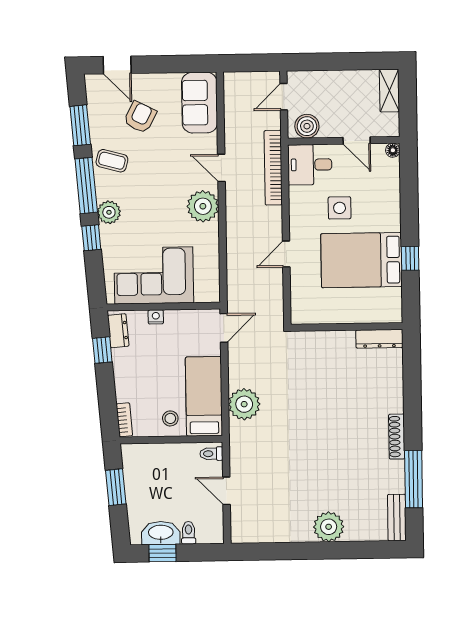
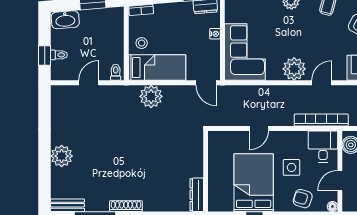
armchair: (382, 192) -> (303, 199), added
door: (286, 254) -> (259, 128), swing flipped
corner sofa: (154, 275) -> (245, 52), moved
washbasin: (161, 533) -> (65, 20), moved, turned 85
window: (163, 553) -> (45, 55), moved

